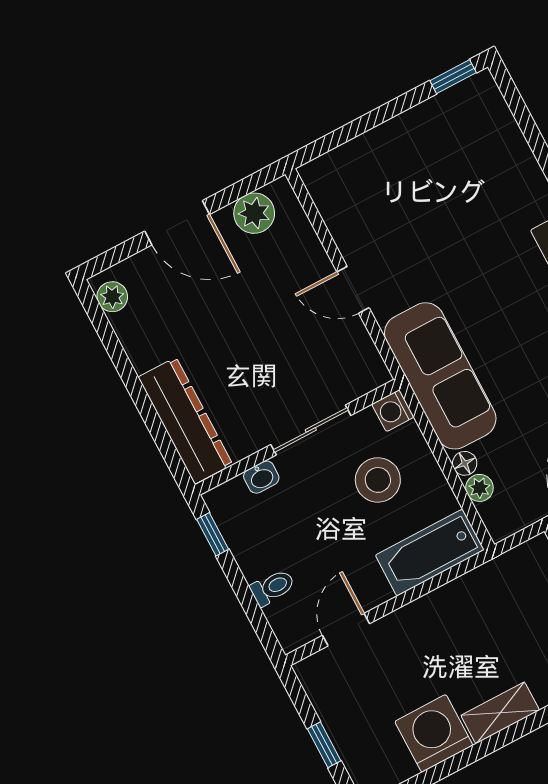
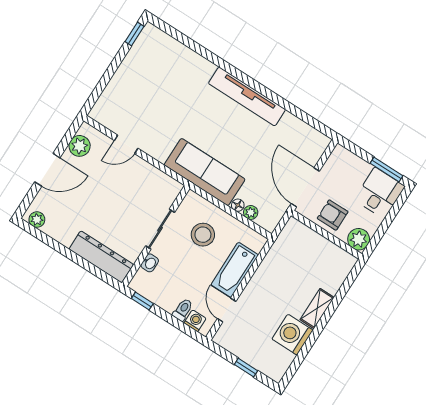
door: (353, 290) -> (126, 144), moved
washing machine: (393, 411) -> (195, 321), moved, turned 180
bathtub: (430, 553) -> (235, 270), moved

